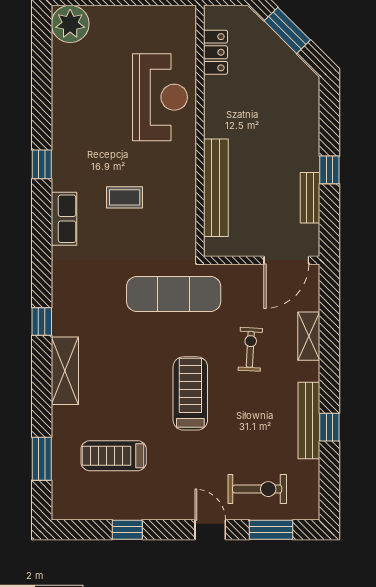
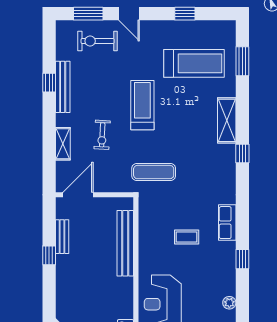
plant: (61, 99) -> (229, 303), added
exercise mat: (174, 294) -> (154, 172), width x0.73, depth x0.69
treadmill: (190, 393) -> (142, 105), turned 180
treadmill: (114, 456) -> (194, 63), width x1.37, depth x1.38

